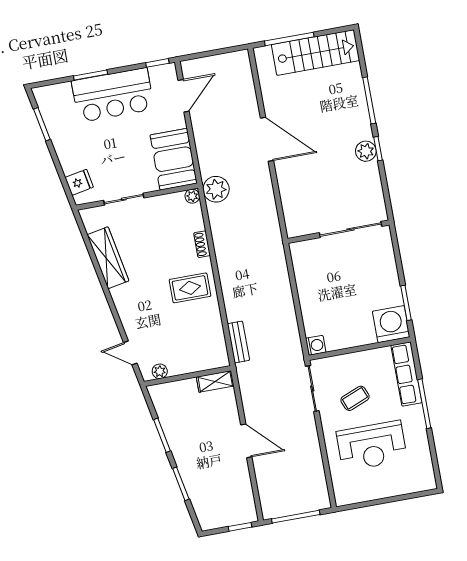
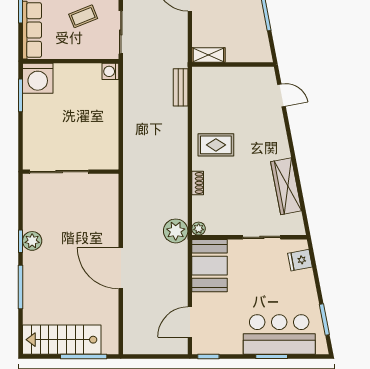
bar counter: (113, 95) -> (279, 334), moved
plant: (160, 371) -> (258, 74), removed

